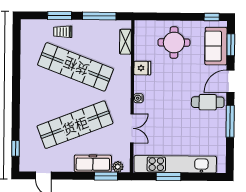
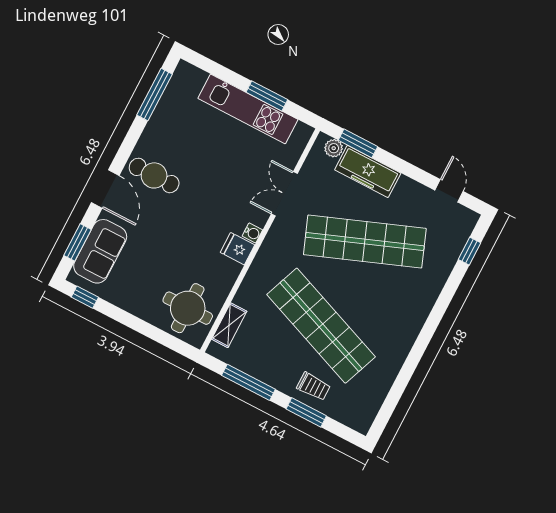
round table: (174, 42) -> (188, 308), moved
fridge: (142, 68) -> (237, 249), moved
door: (230, 81) -> (105, 189), hinge flipped
window: (230, 121) -> (154, 95), moved
kitchen unit: (175, 164) -> (248, 109), width x0.73

